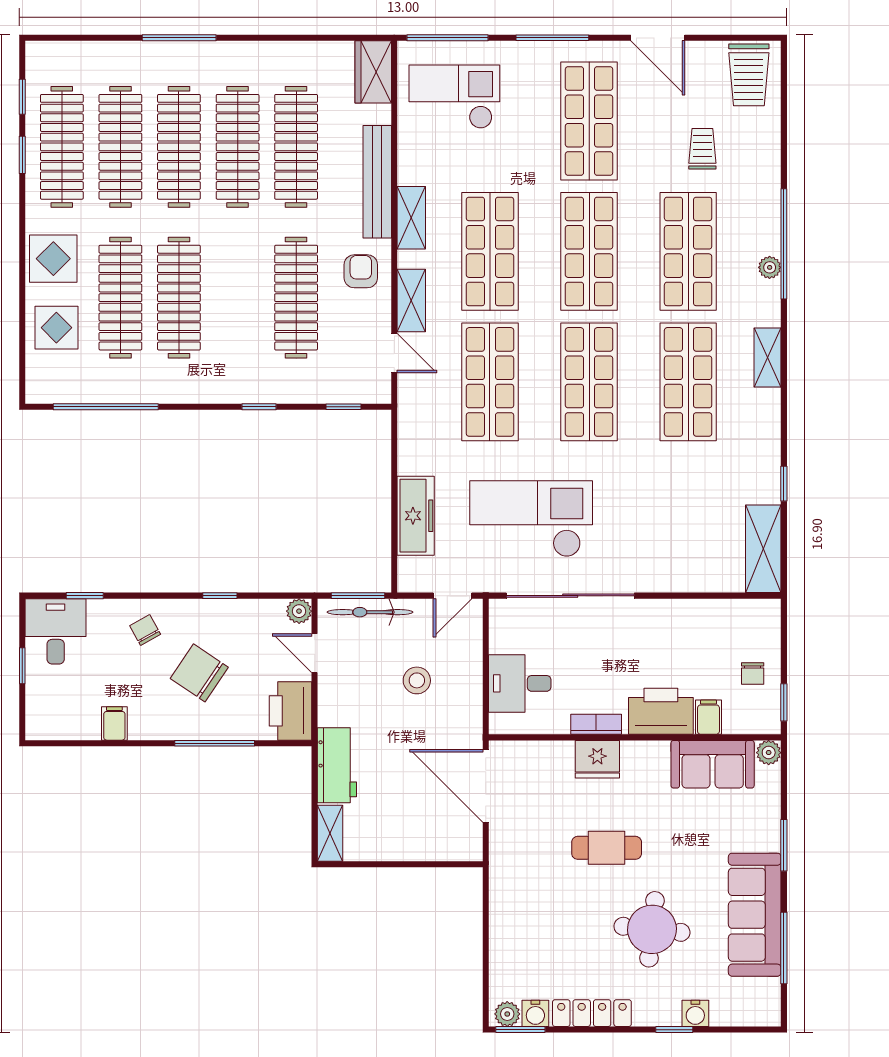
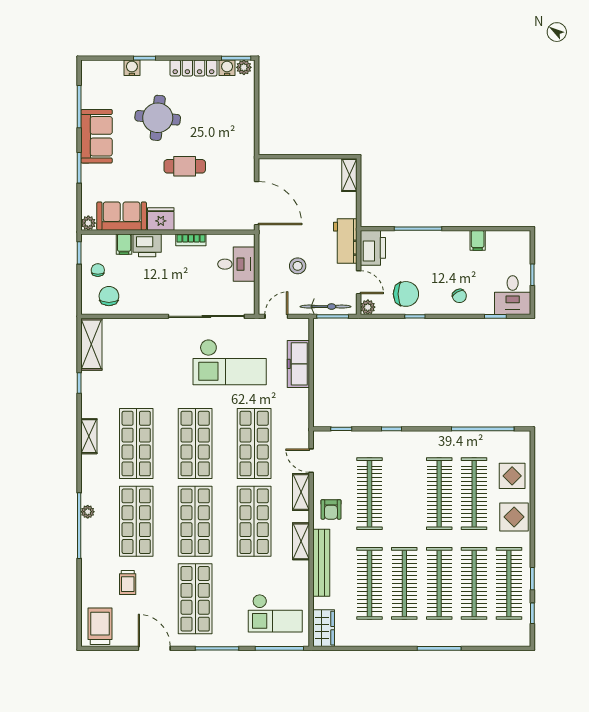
shelving: (768, 357) -> (89, 436), moved
chair: (734, 630) -> (109, 296), added
chair: (199, 673) -> (406, 294), moved, turned -34
printer: (661, 711) -> (147, 245), width x0.73, depth x0.84
fridge: (597, 759) -> (161, 219), moved
workbench: (337, 765) -> (345, 241), moved
sofa: (755, 915) -> (97, 136), width x0.73

